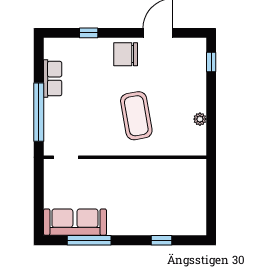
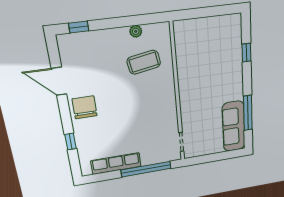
chair: (126, 54) -> (85, 107), turned 180
row of seats: (53, 79) -> (116, 164), width x1.48
coffee table: (136, 116) -> (144, 62), moved, width x0.73, depth x0.76

